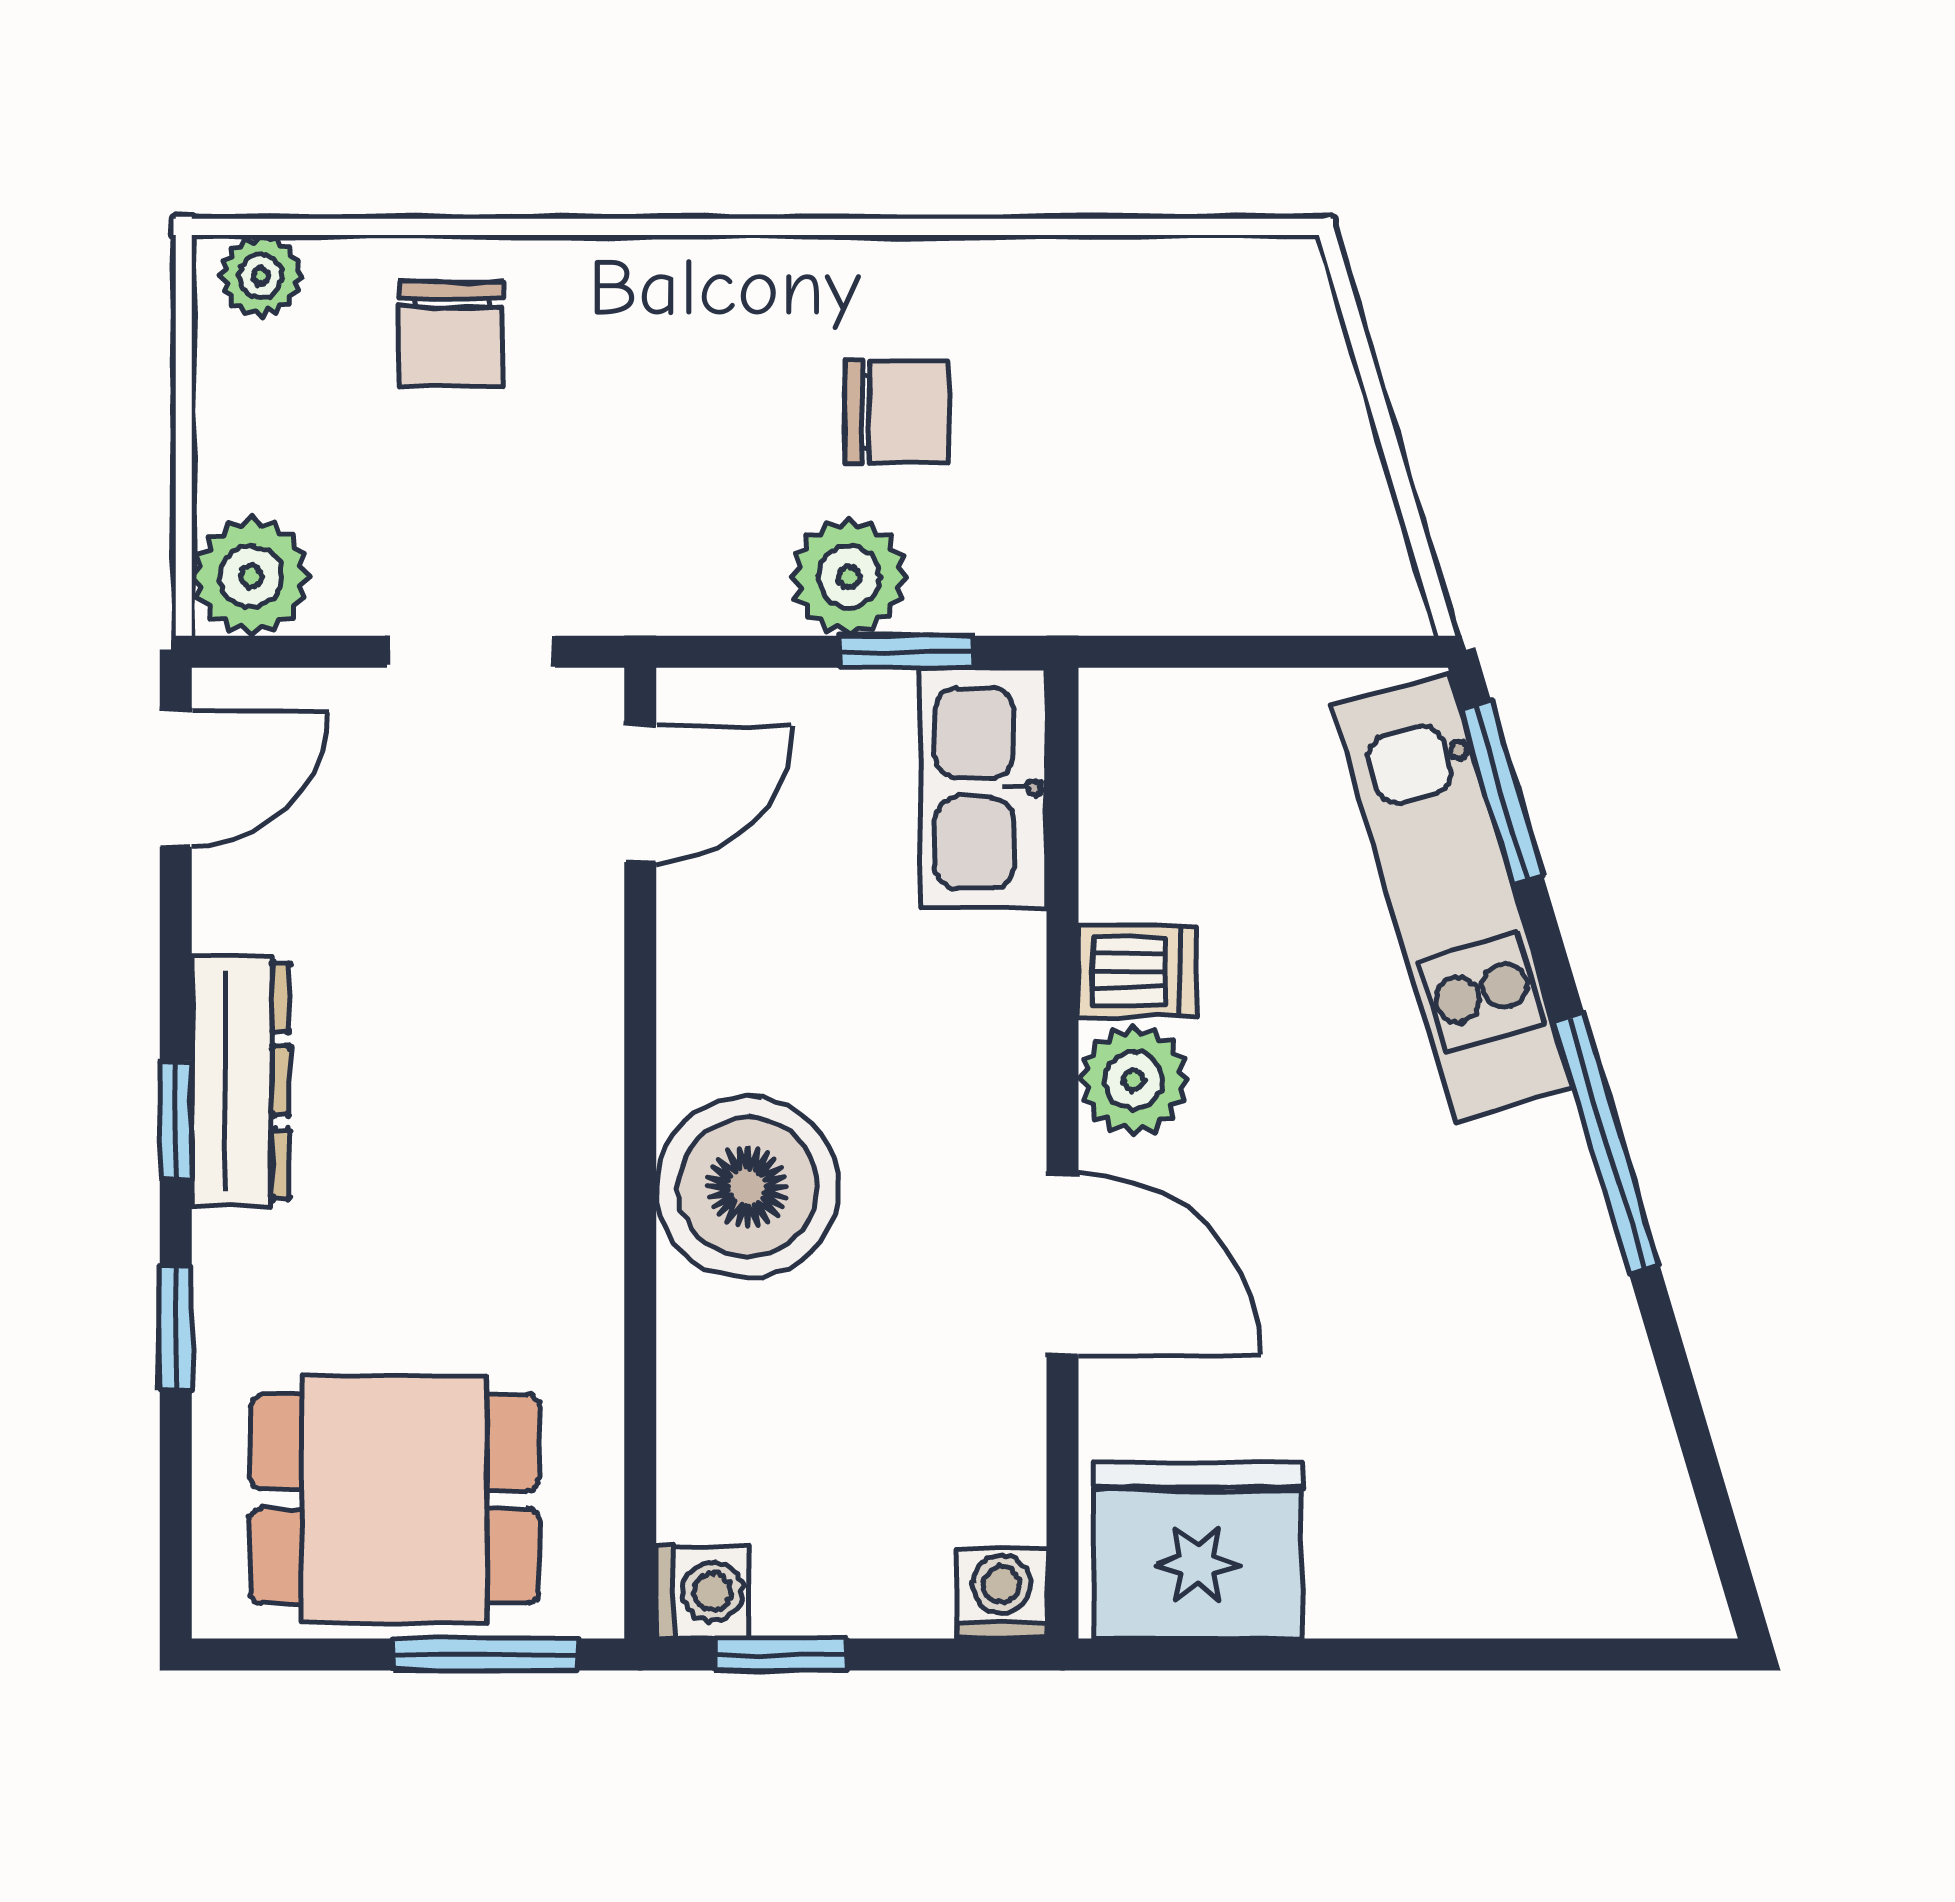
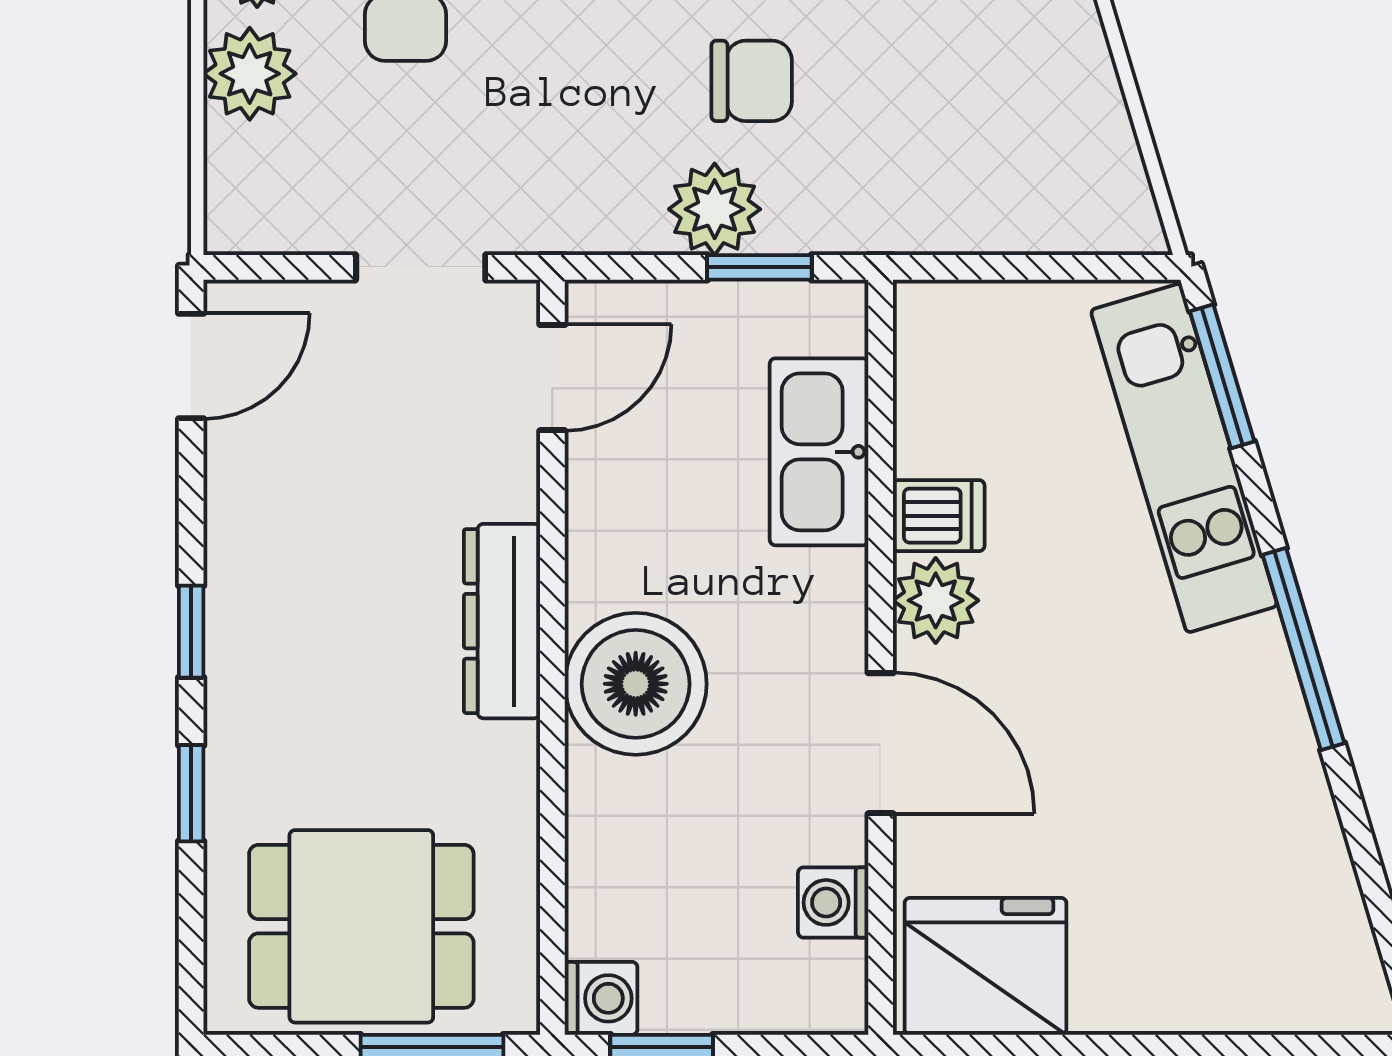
plant: (251, 576) -> (250, 74), moved
kitchen sink: (983, 788) -> (819, 452), moved
dresser: (241, 1081) -> (502, 621), moved, turned 180
washing machine: (1001, 1593) -> (833, 902), moved, turned -90

